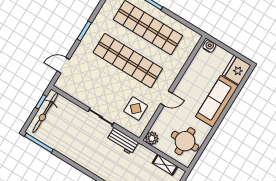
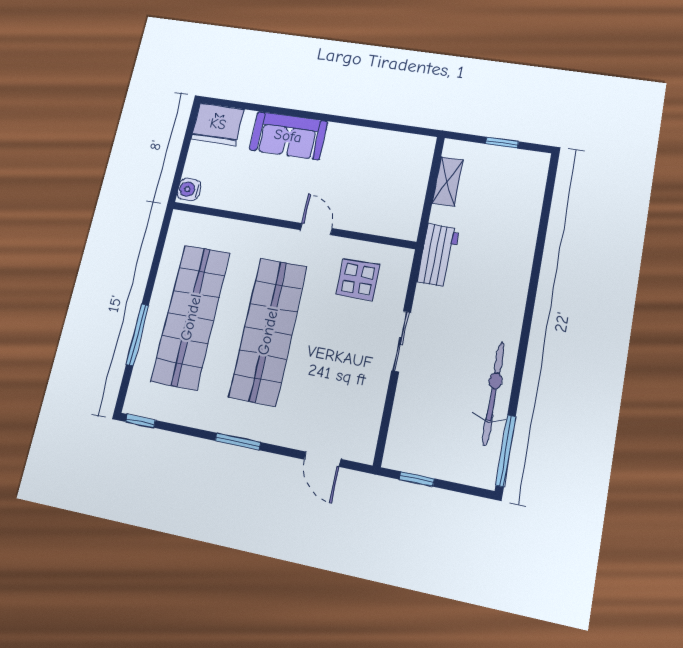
sofa: (217, 101) -> (288, 136), width x0.73
bicycle: (45, 113) -> (493, 393), moved, turned -90
plant: (152, 138) -> (405, 226), removed
workbench: (122, 141) -> (438, 255), moved
round table: (185, 141) -> (387, 163), removed

